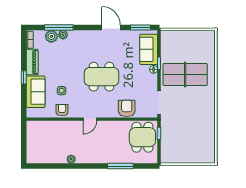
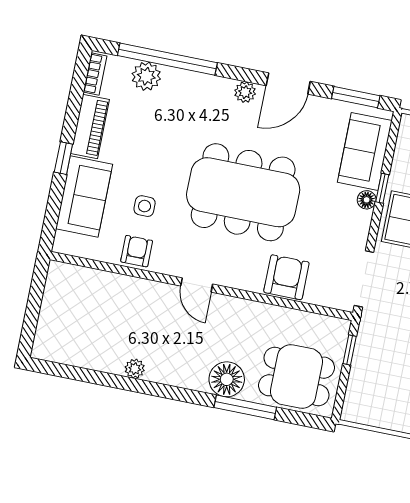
window: (59, 28) -> (167, 59), width x1.46
door: (111, 28) -> (288, 83), swing flipped
plant: (63, 35) -> (245, 92), moved
dining table: (101, 77) -> (243, 192), width x1.36, depth x1.24
door: (90, 119) -> (197, 285), hinge flipped
dining table: (142, 137) -> (296, 376), moved, turned 90
floor lamp: (110, 156) -> (227, 379), added

